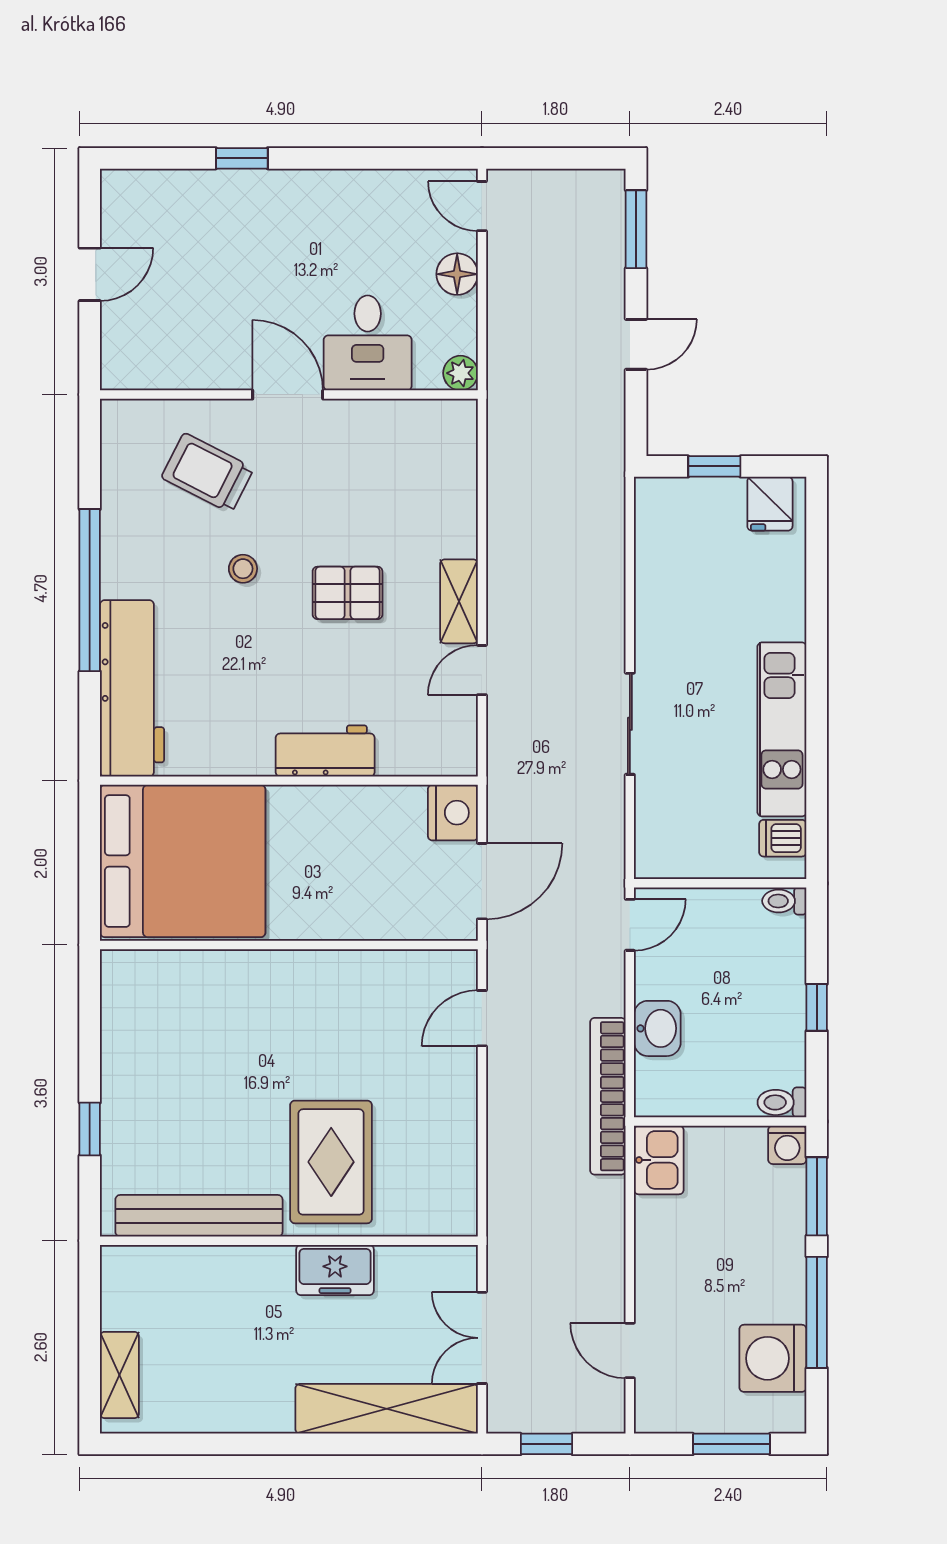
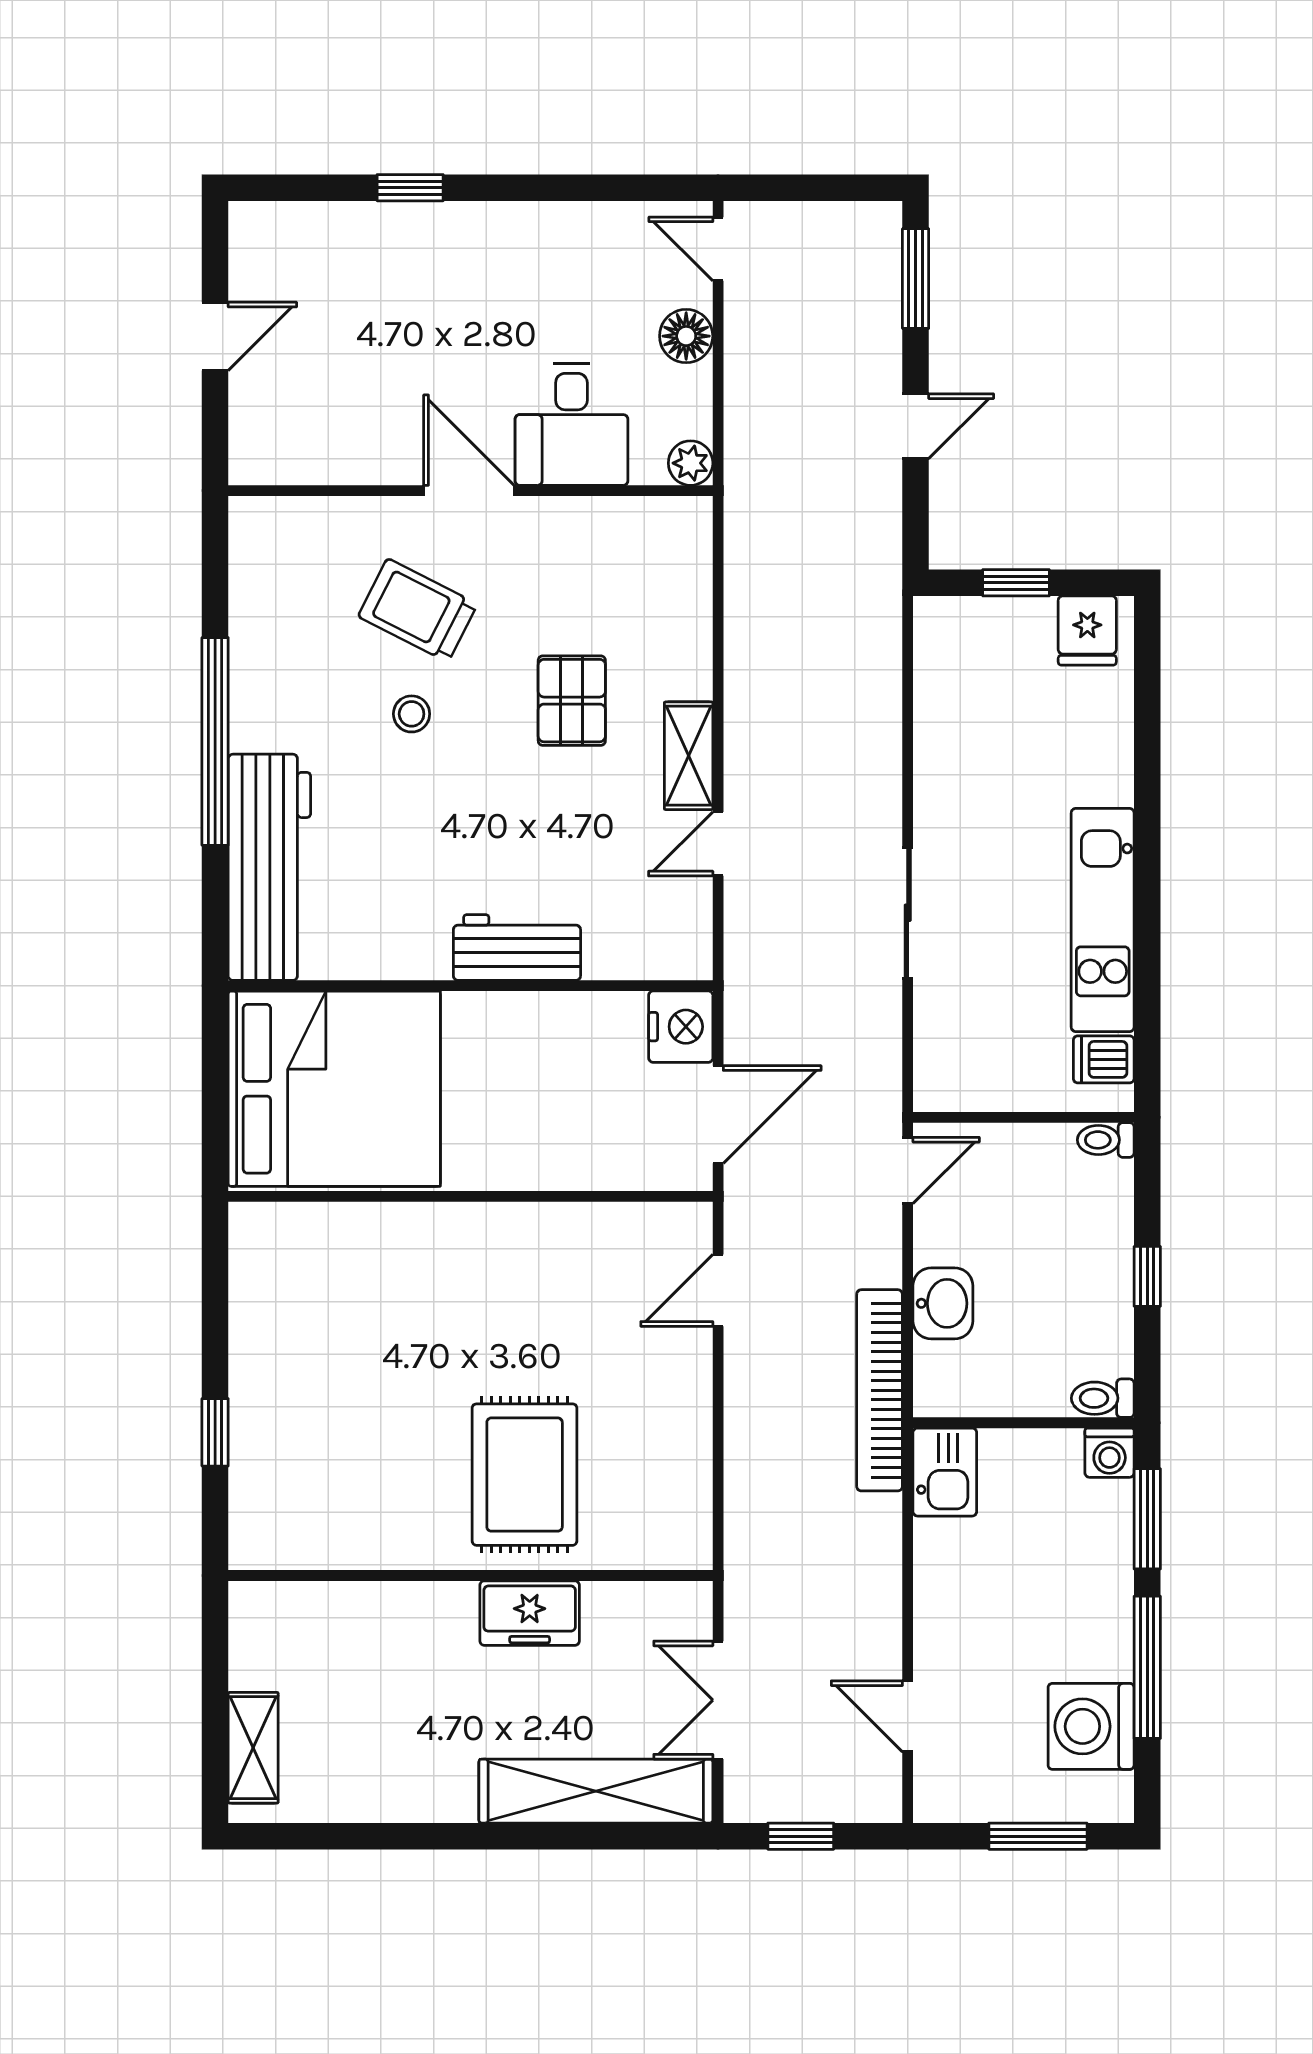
trolley: (208, 473) -> (418, 610), moved
pallet: (348, 593) -> (572, 701), moved, turned 90
bench: (199, 1216) -> (355, 1544), removed

